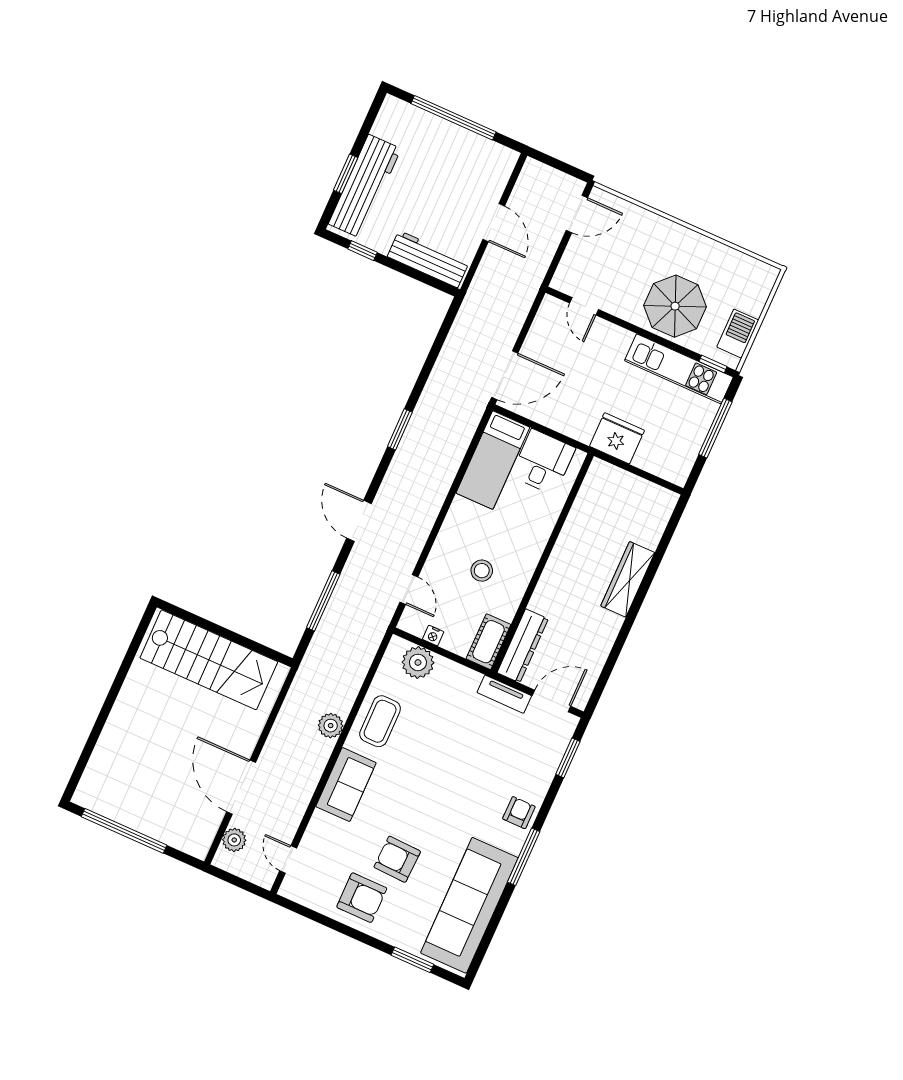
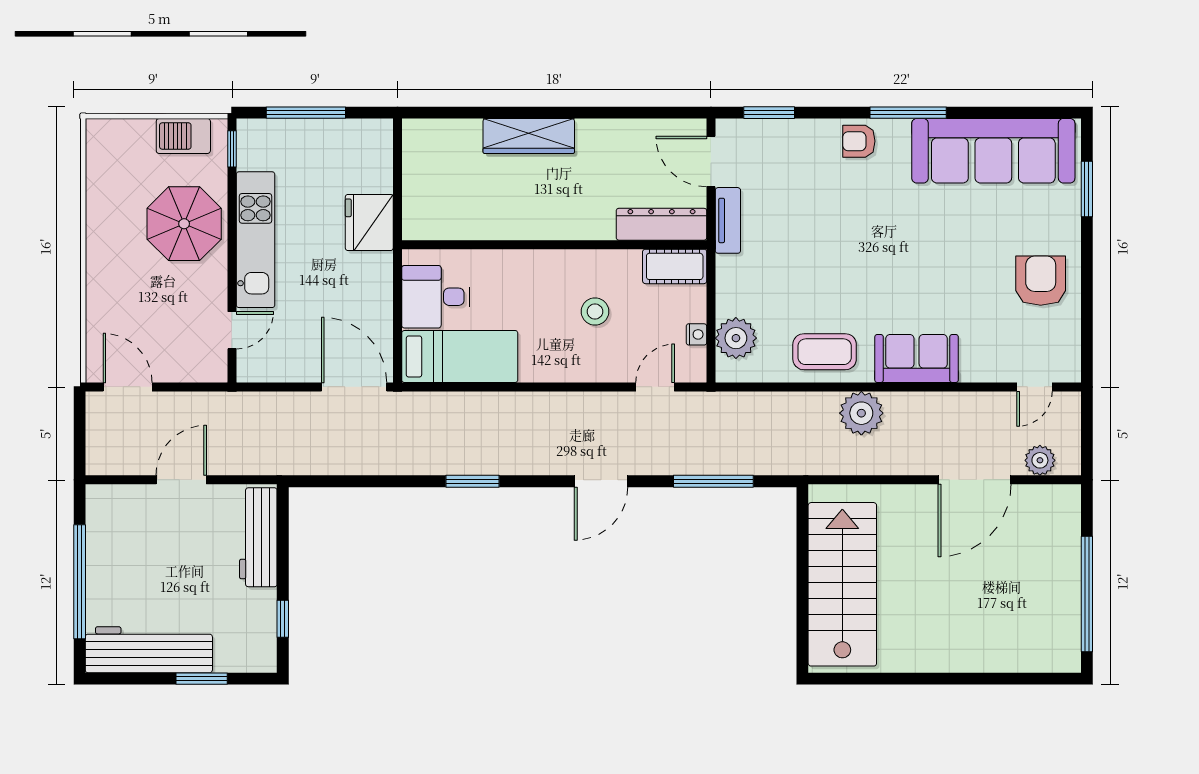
workbench: (365, 186) -> (149, 650), moved
kitchen unit: (679, 369) -> (256, 240), moved
plant: (331, 726) -> (861, 413), width x1.36, depth x1.36
armchair: (397, 859) -> (977, 259), removed

